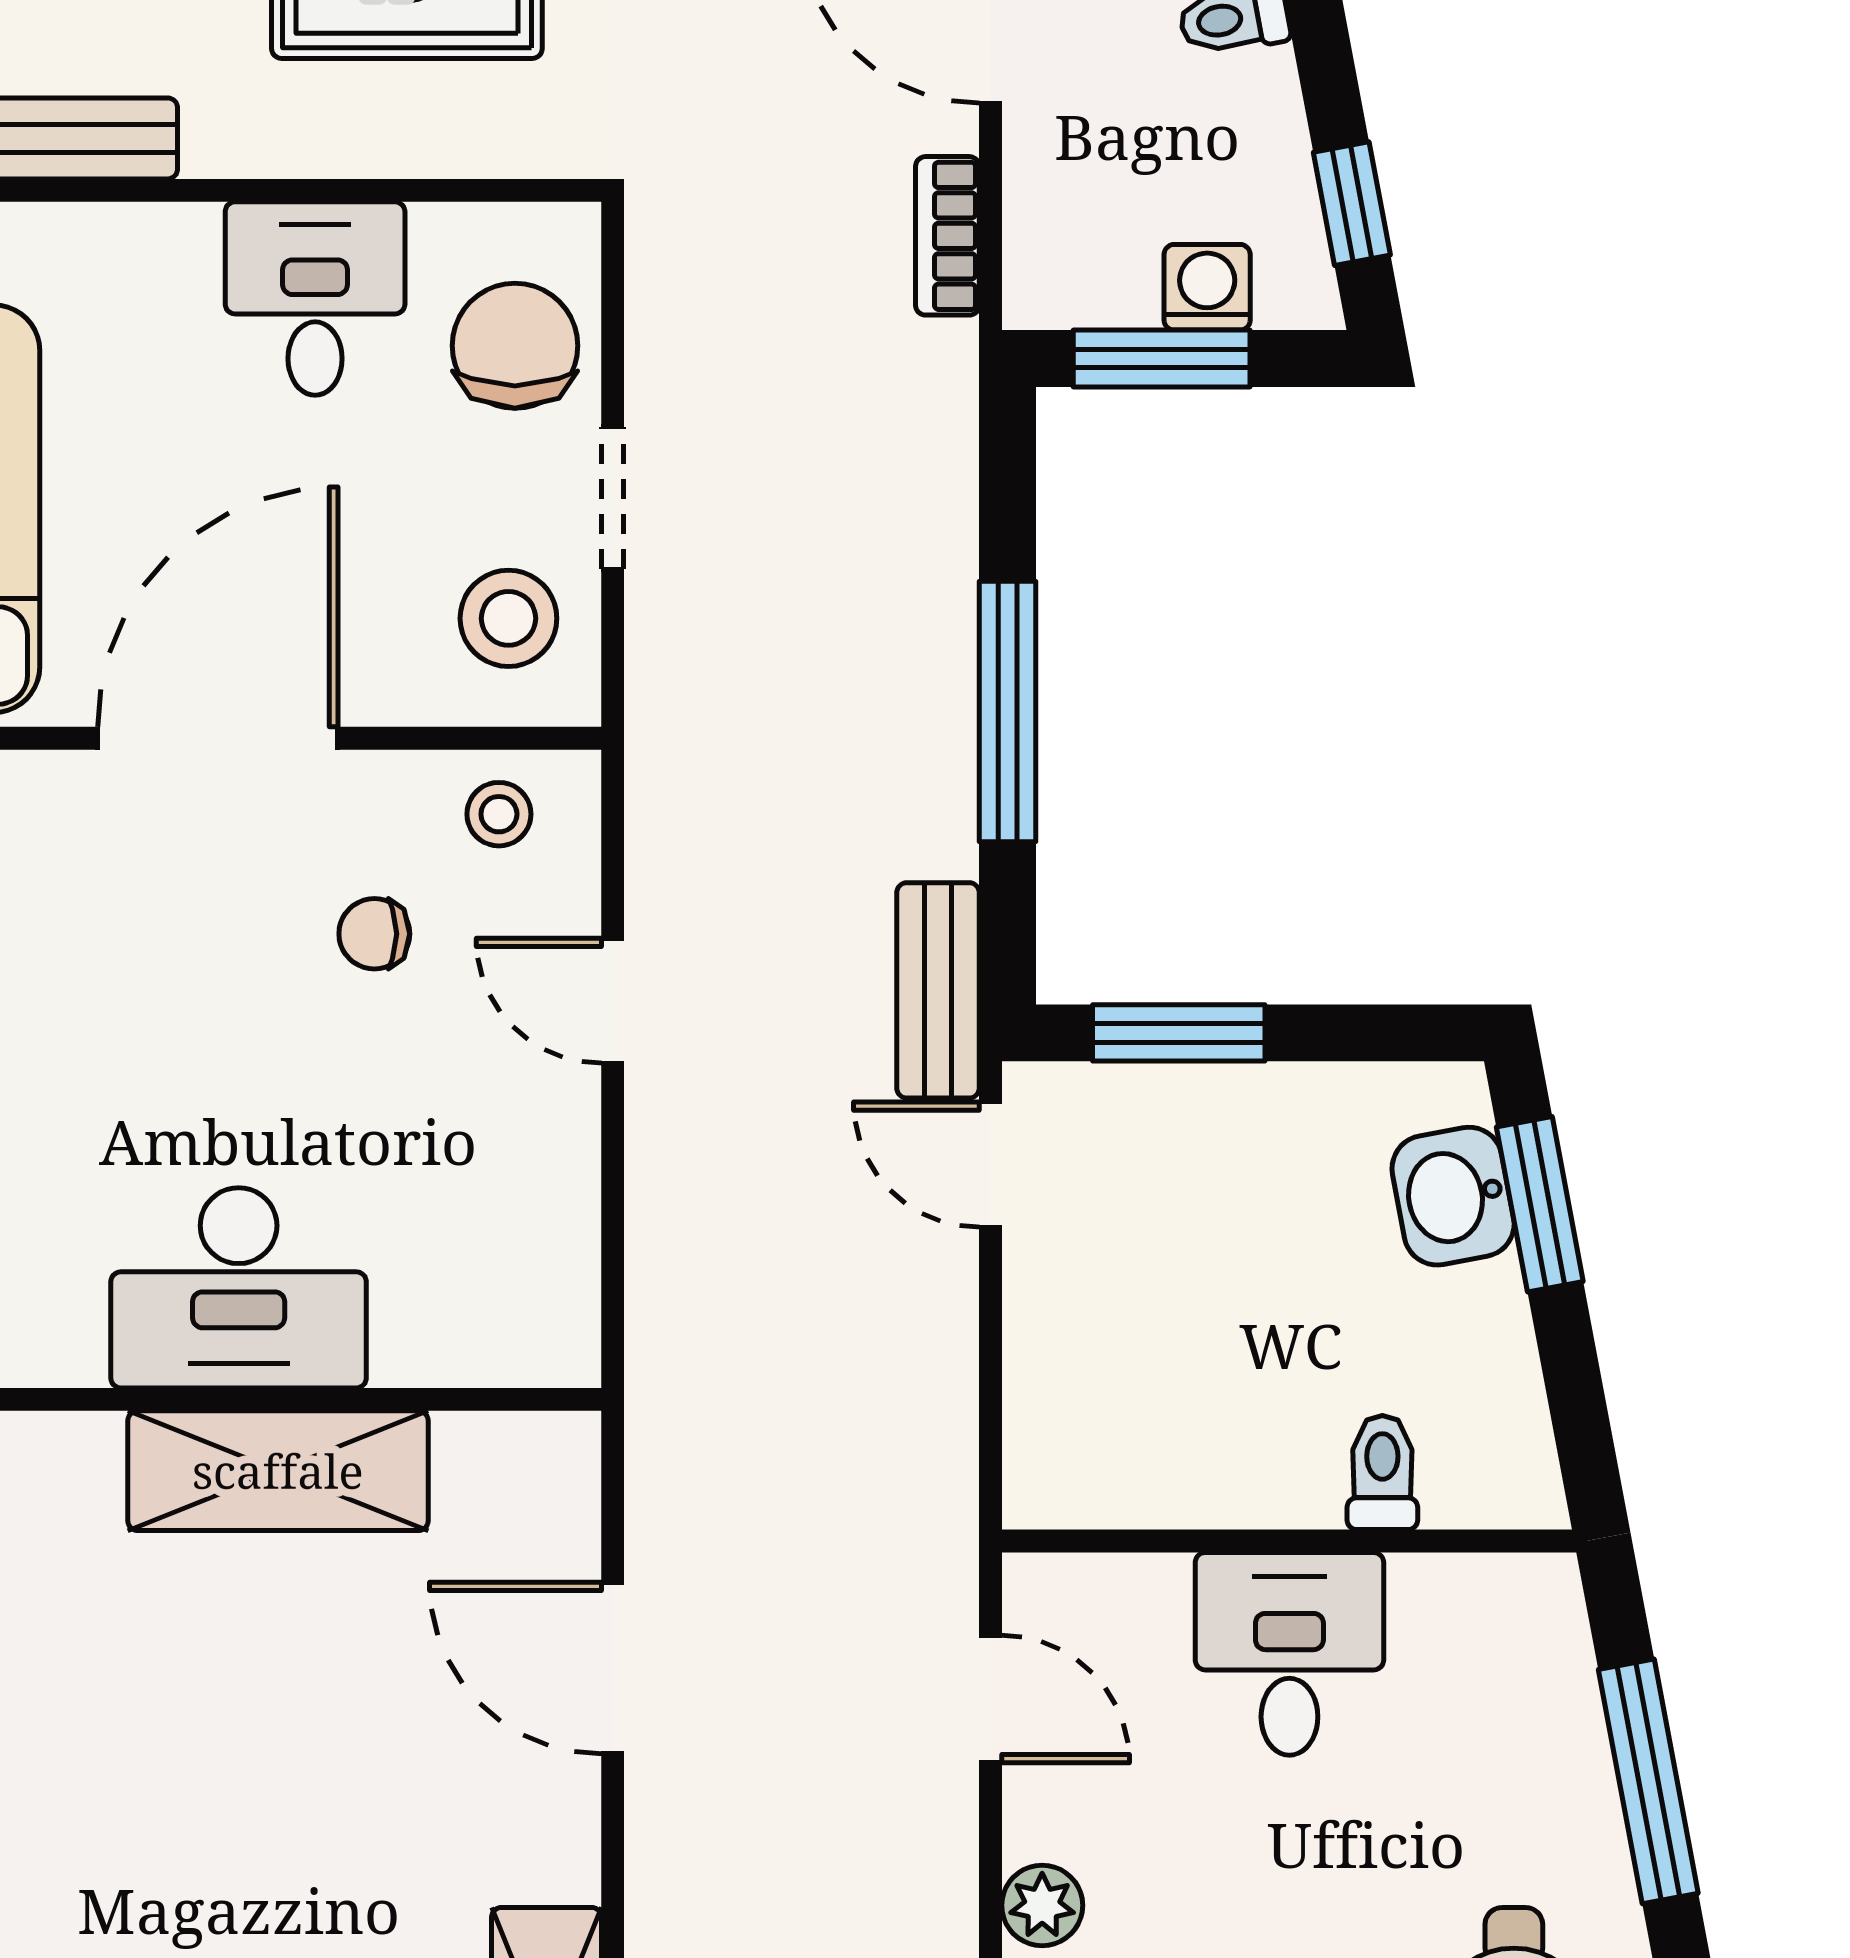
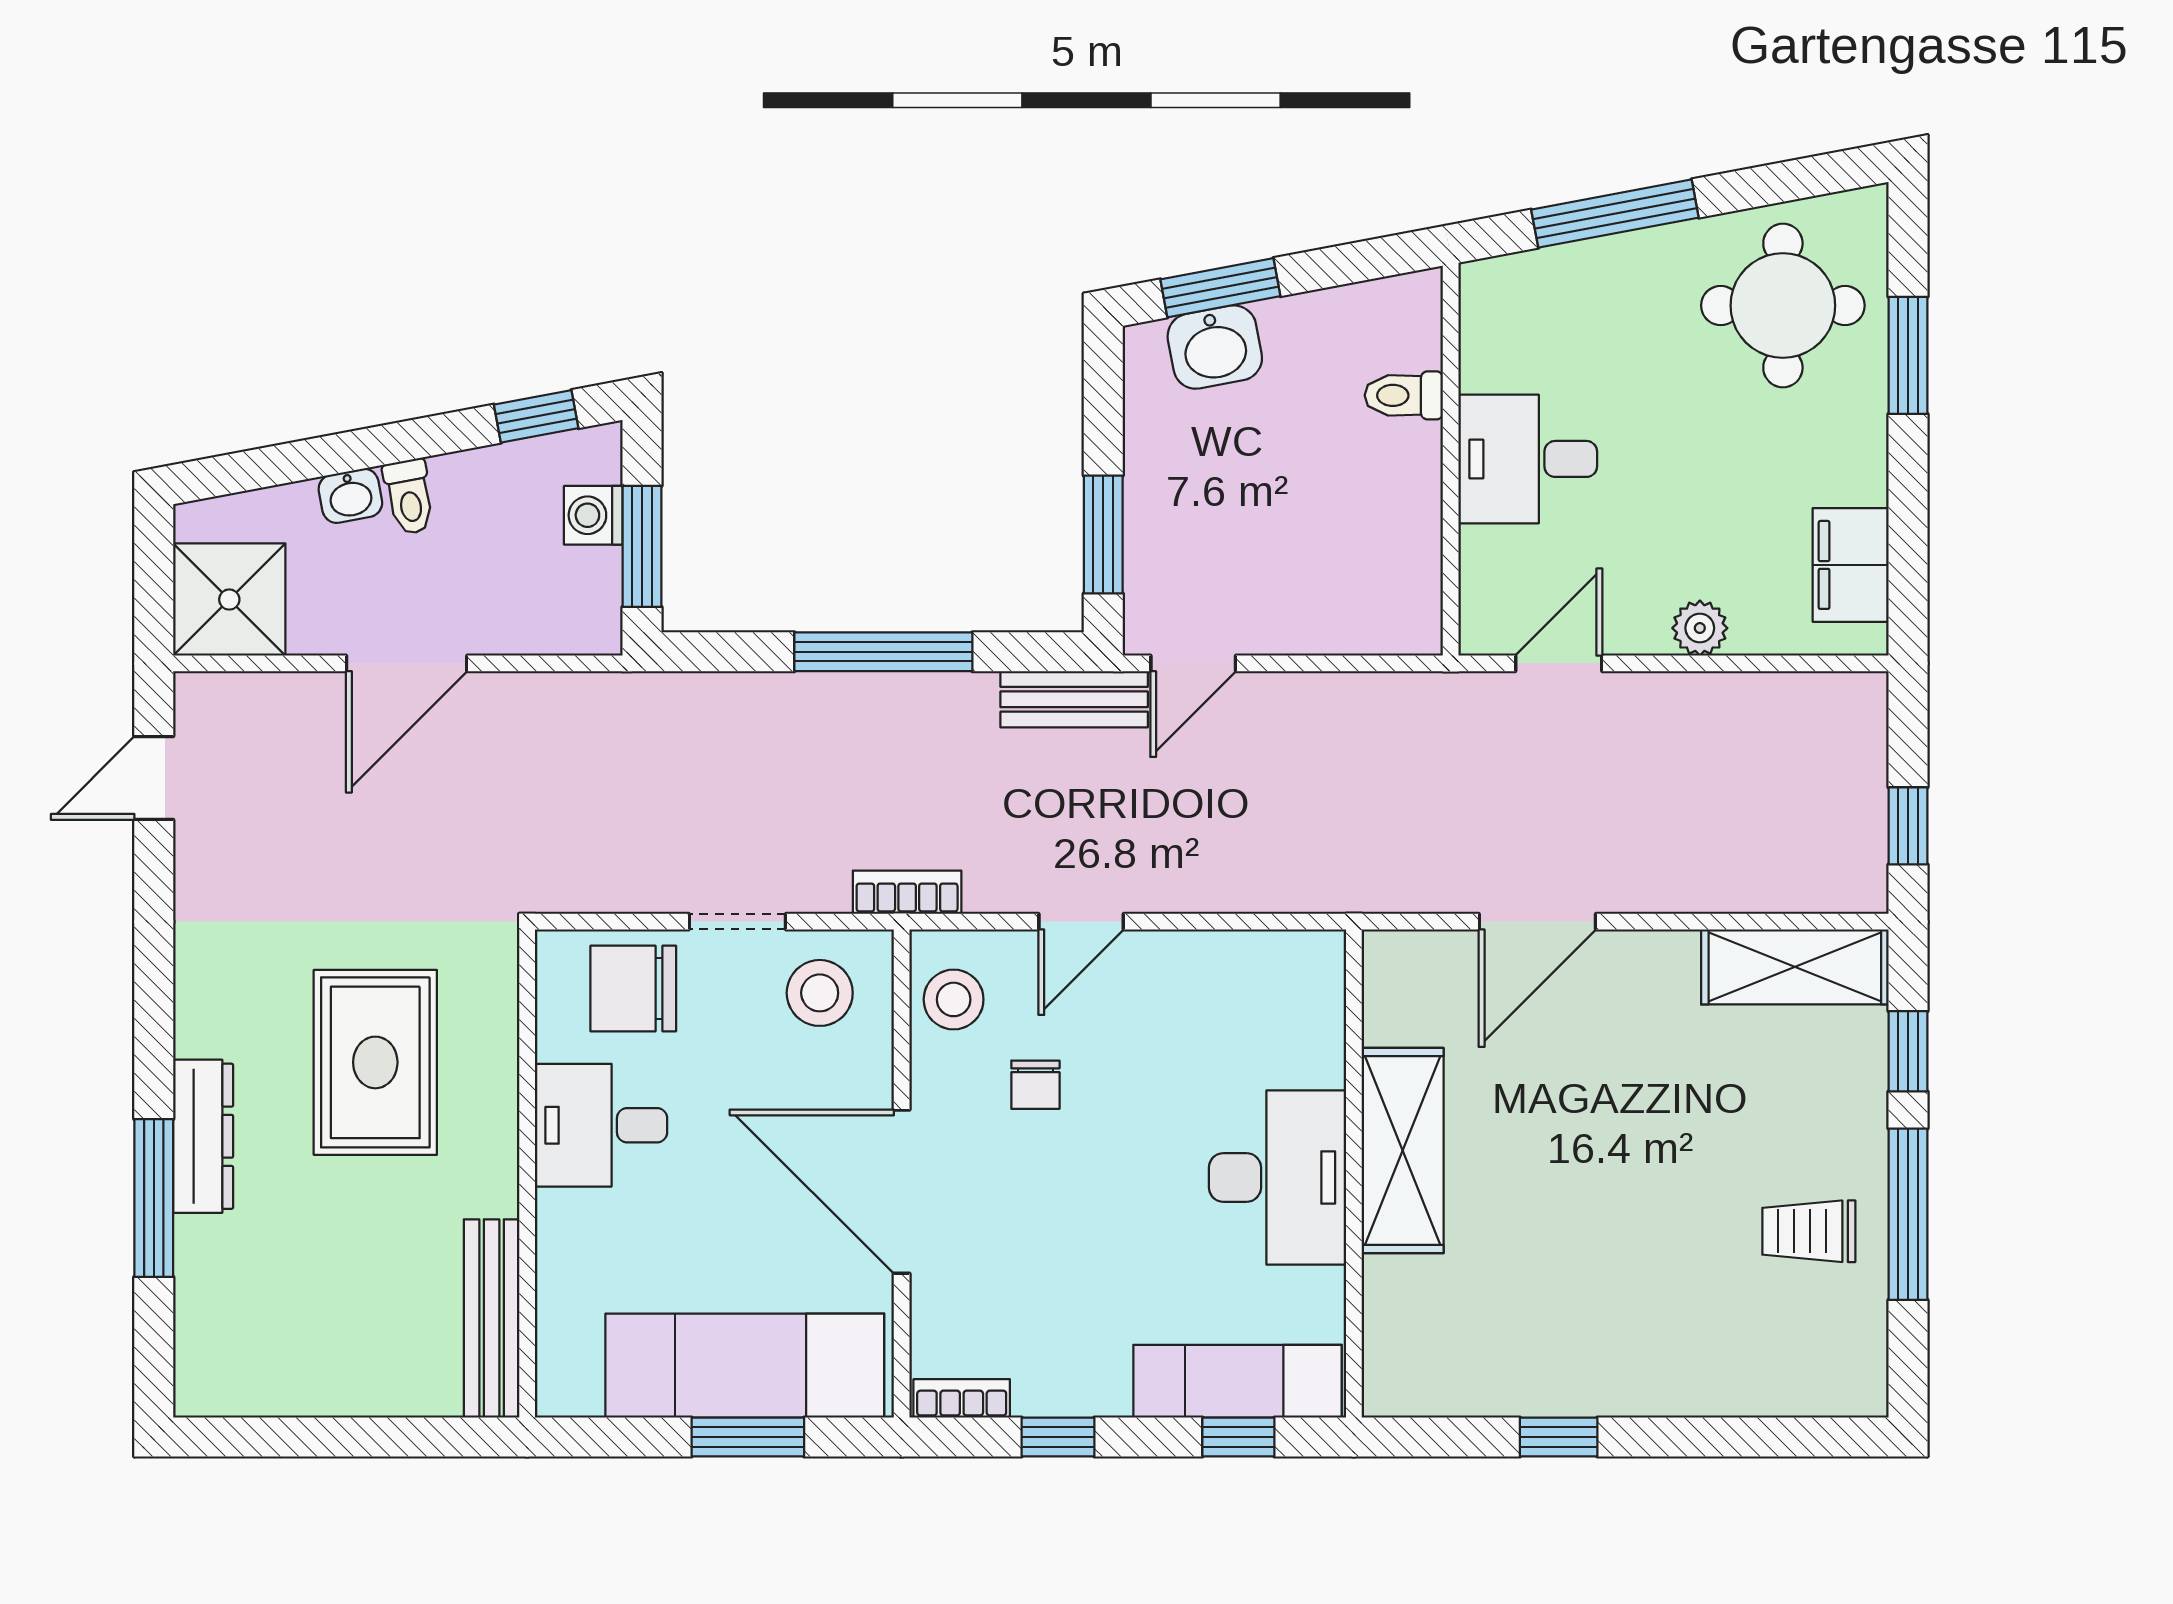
bookcase: (947, 236) -> (907, 892), moved, turned 180
stool: (499, 814) -> (954, 999), width x1.37, depth x1.37

